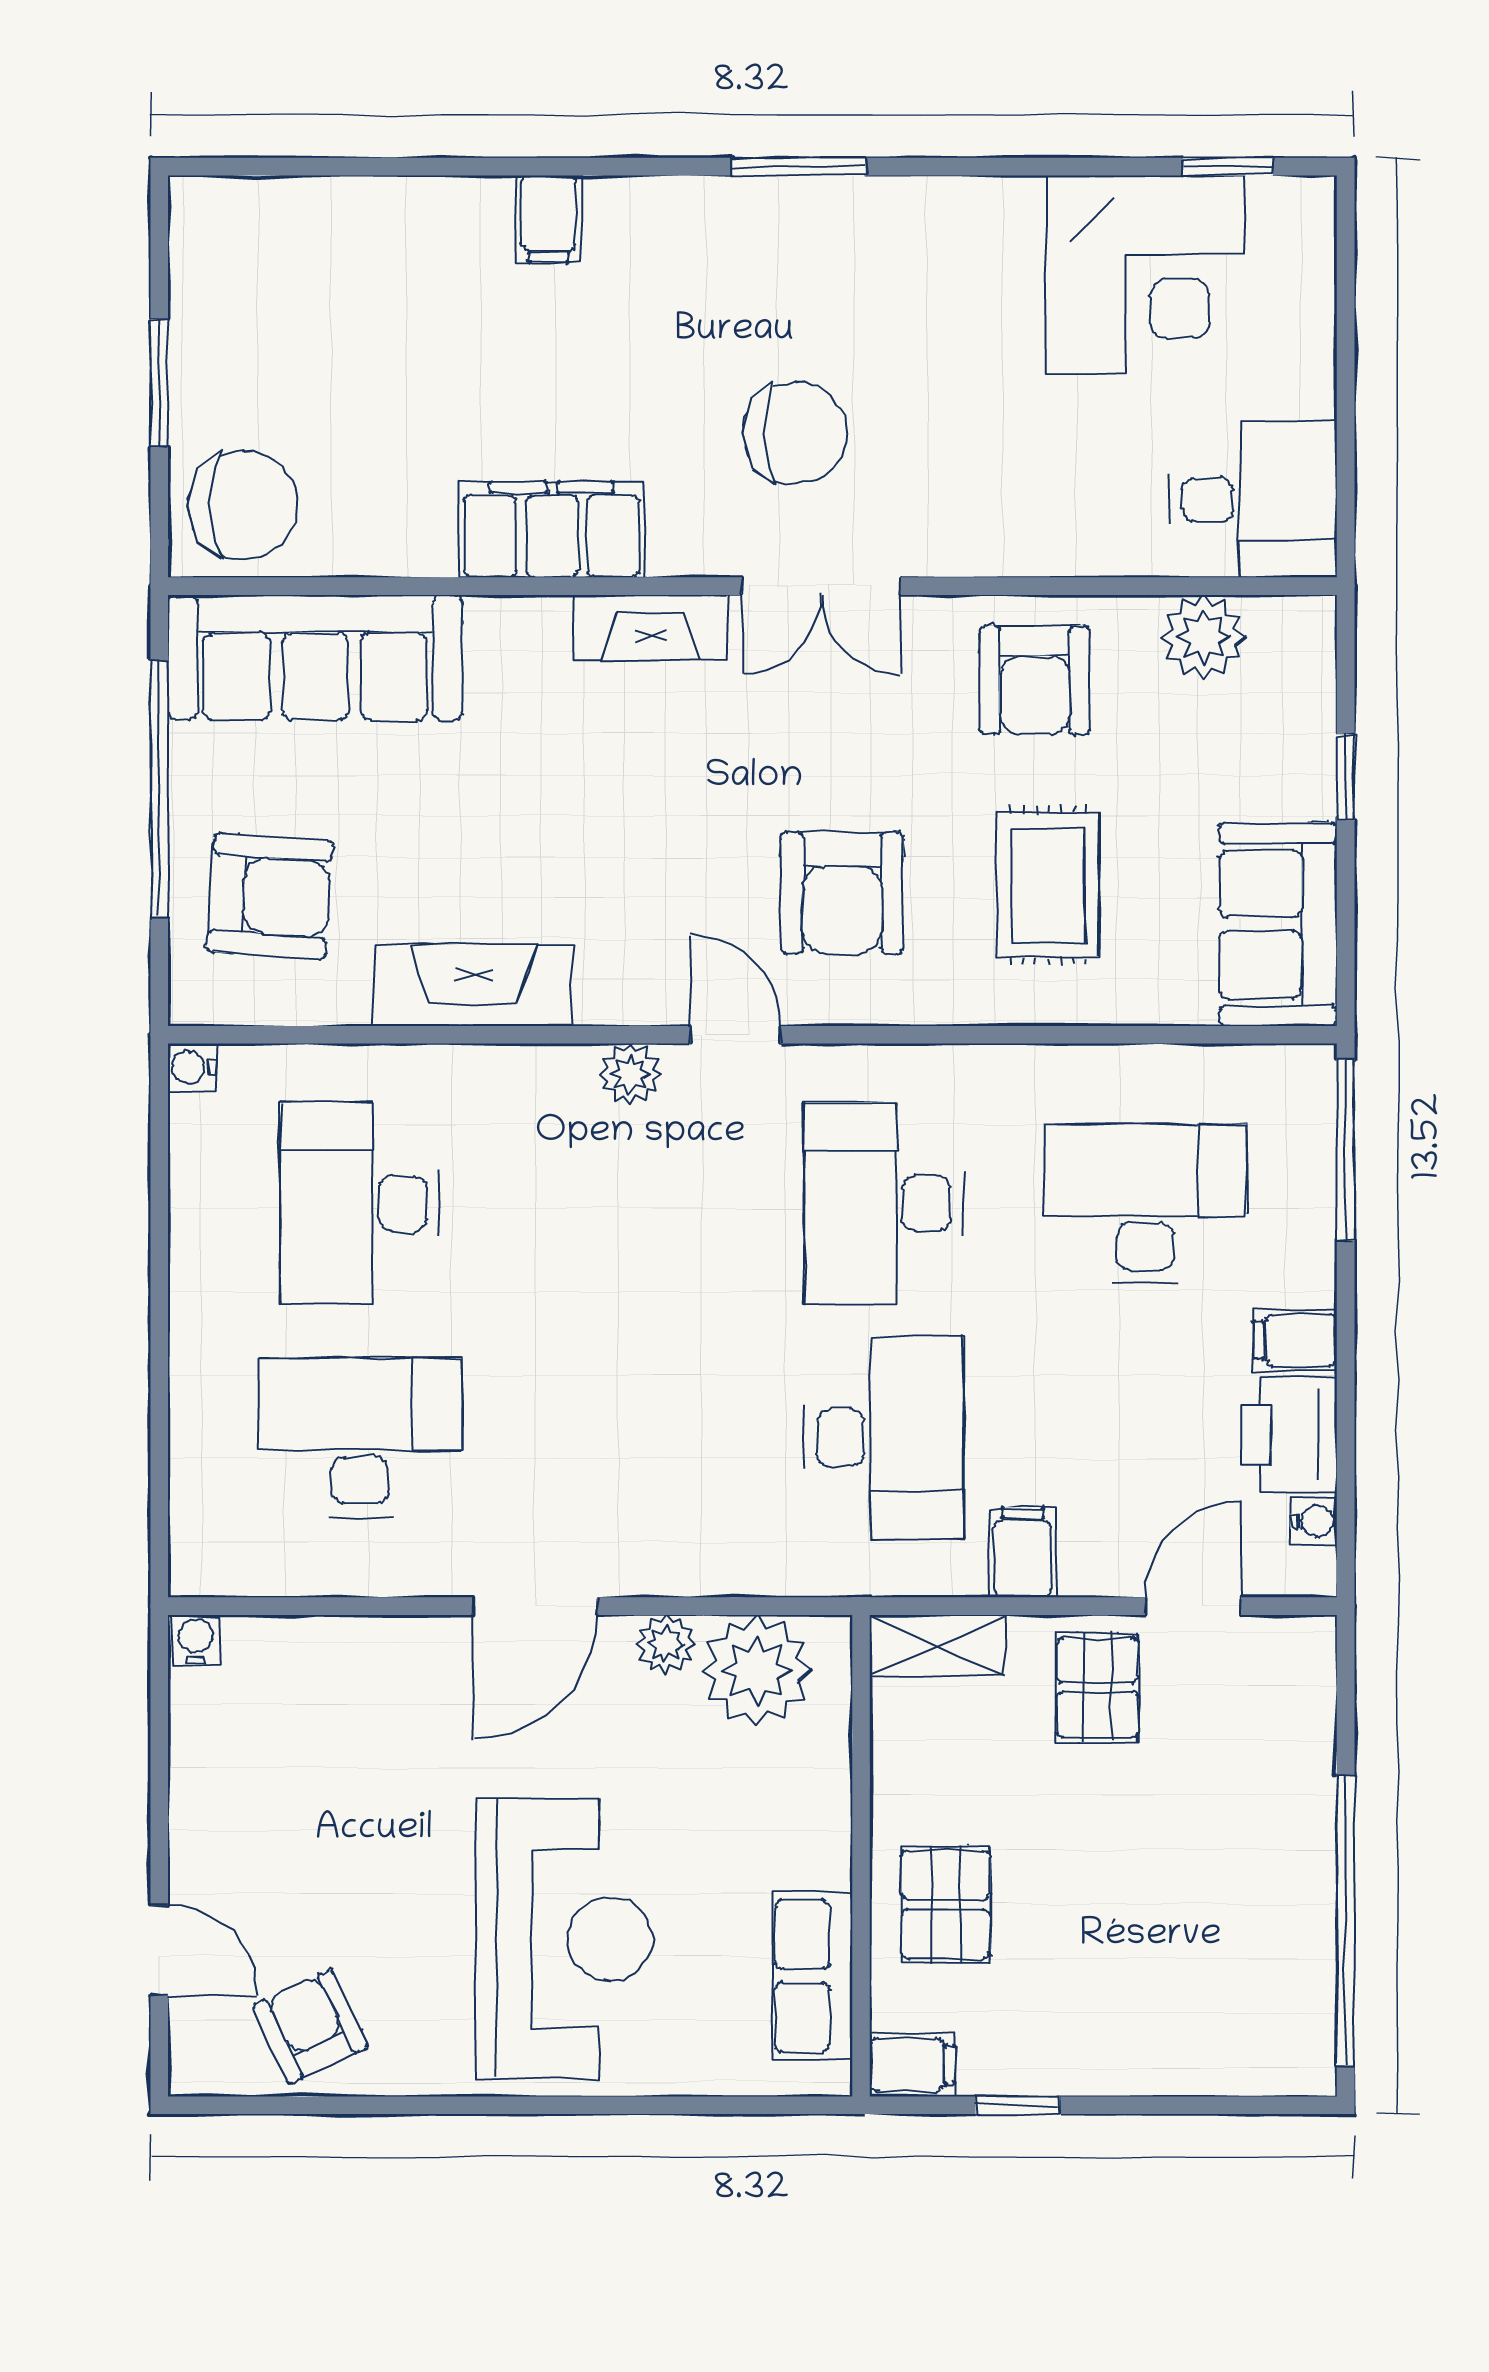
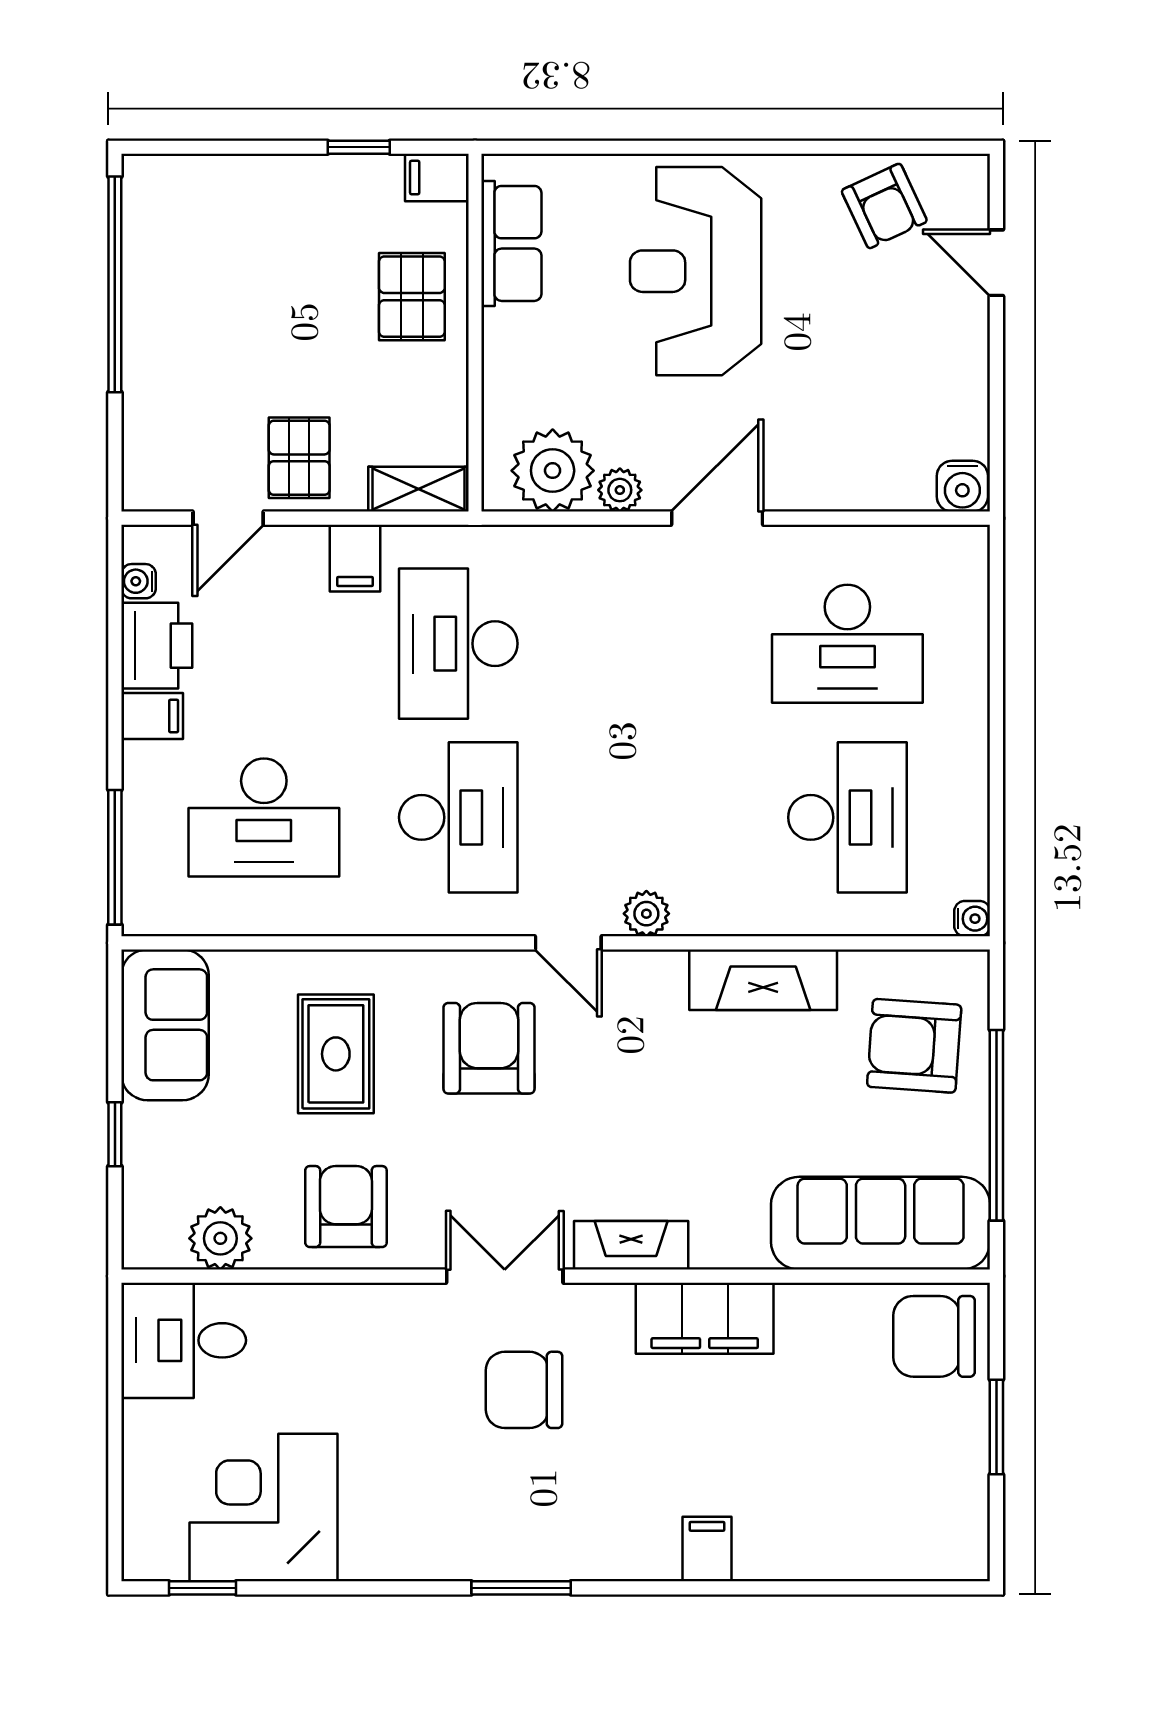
water cooler: (196, 1640) -> (962, 486), width x1.38, depth x1.38

